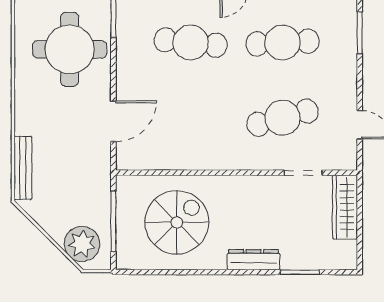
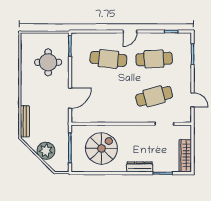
round table: (70, 49) -> (48, 62), width x0.73, depth x0.73
wardrobe: (345, 207) -> (185, 156), moved
plant: (82, 244) -> (46, 151), moved

